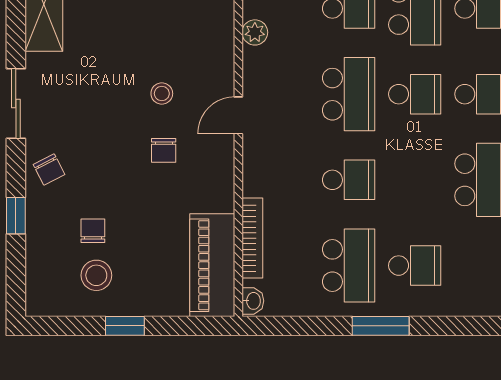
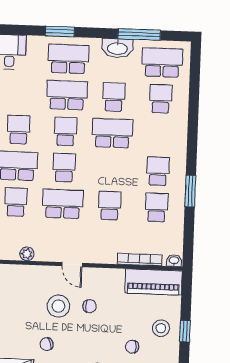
chair: (92, 75) -> (47, 344), added
stool: (162, 94) -> (58, 306), width x1.89, depth x1.89
school desk: (349, 266) -> (157, 207), width x0.54
stool: (96, 275) -> (161, 328), moved

